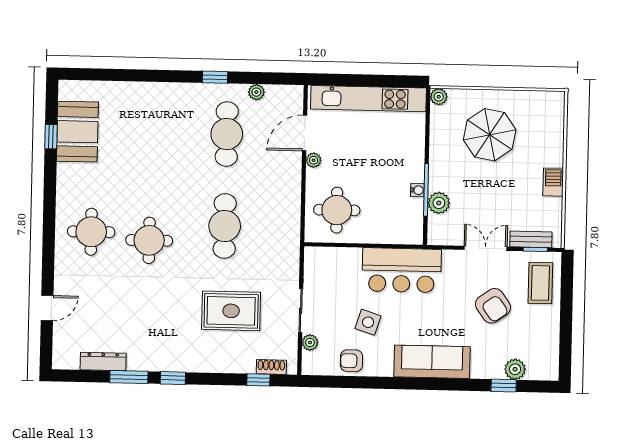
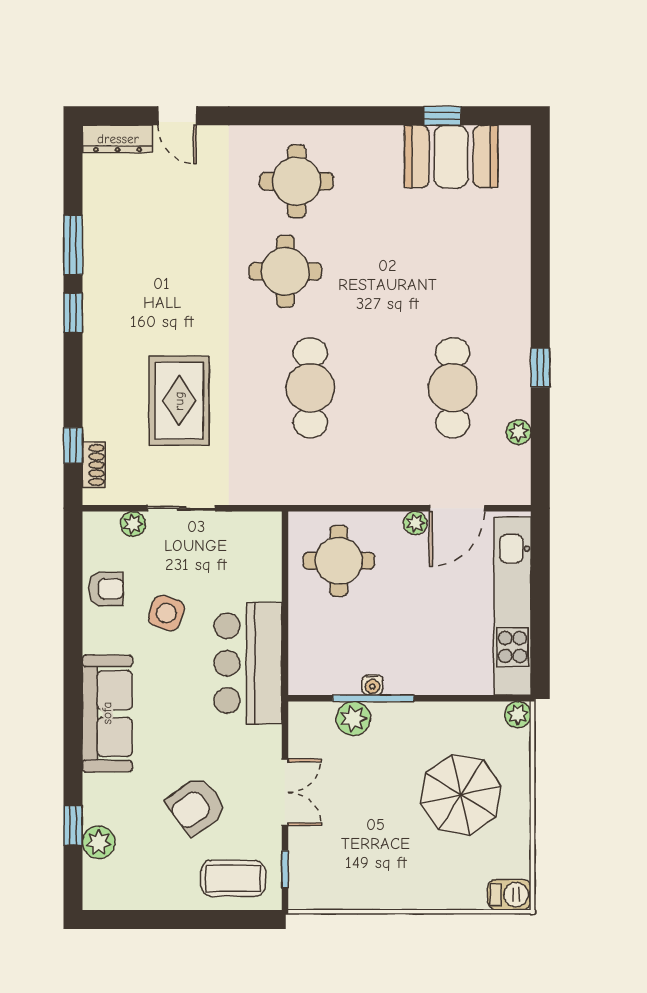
door: (305, 133) -> (457, 508), swing flipped
cafe table: (227, 134) -> (453, 388), turned 90
barbecue: (553, 182) -> (509, 895), moved
cafe table: (225, 226) -> (310, 388), turned 90
bench: (531, 239) -> (300, 862), removed
armchair: (351, 361) -> (106, 589), turned 90
dresser: (103, 362) -> (118, 139), moved, turned 90

